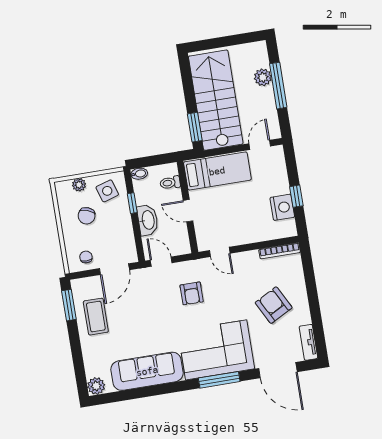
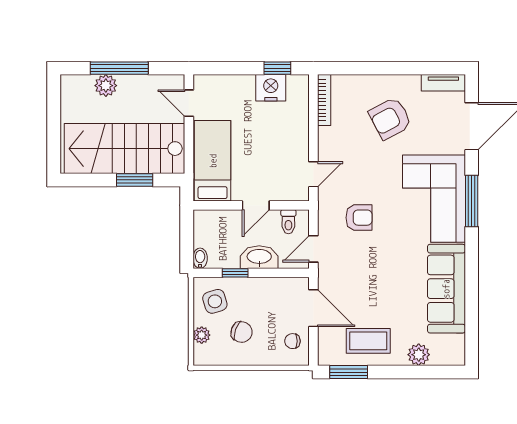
window: (195, 127) -> (135, 180), moved
toilet: (170, 183) -> (288, 222), moved
window: (296, 196) -> (277, 68), moved
plant: (96, 386) -> (419, 355), moved

